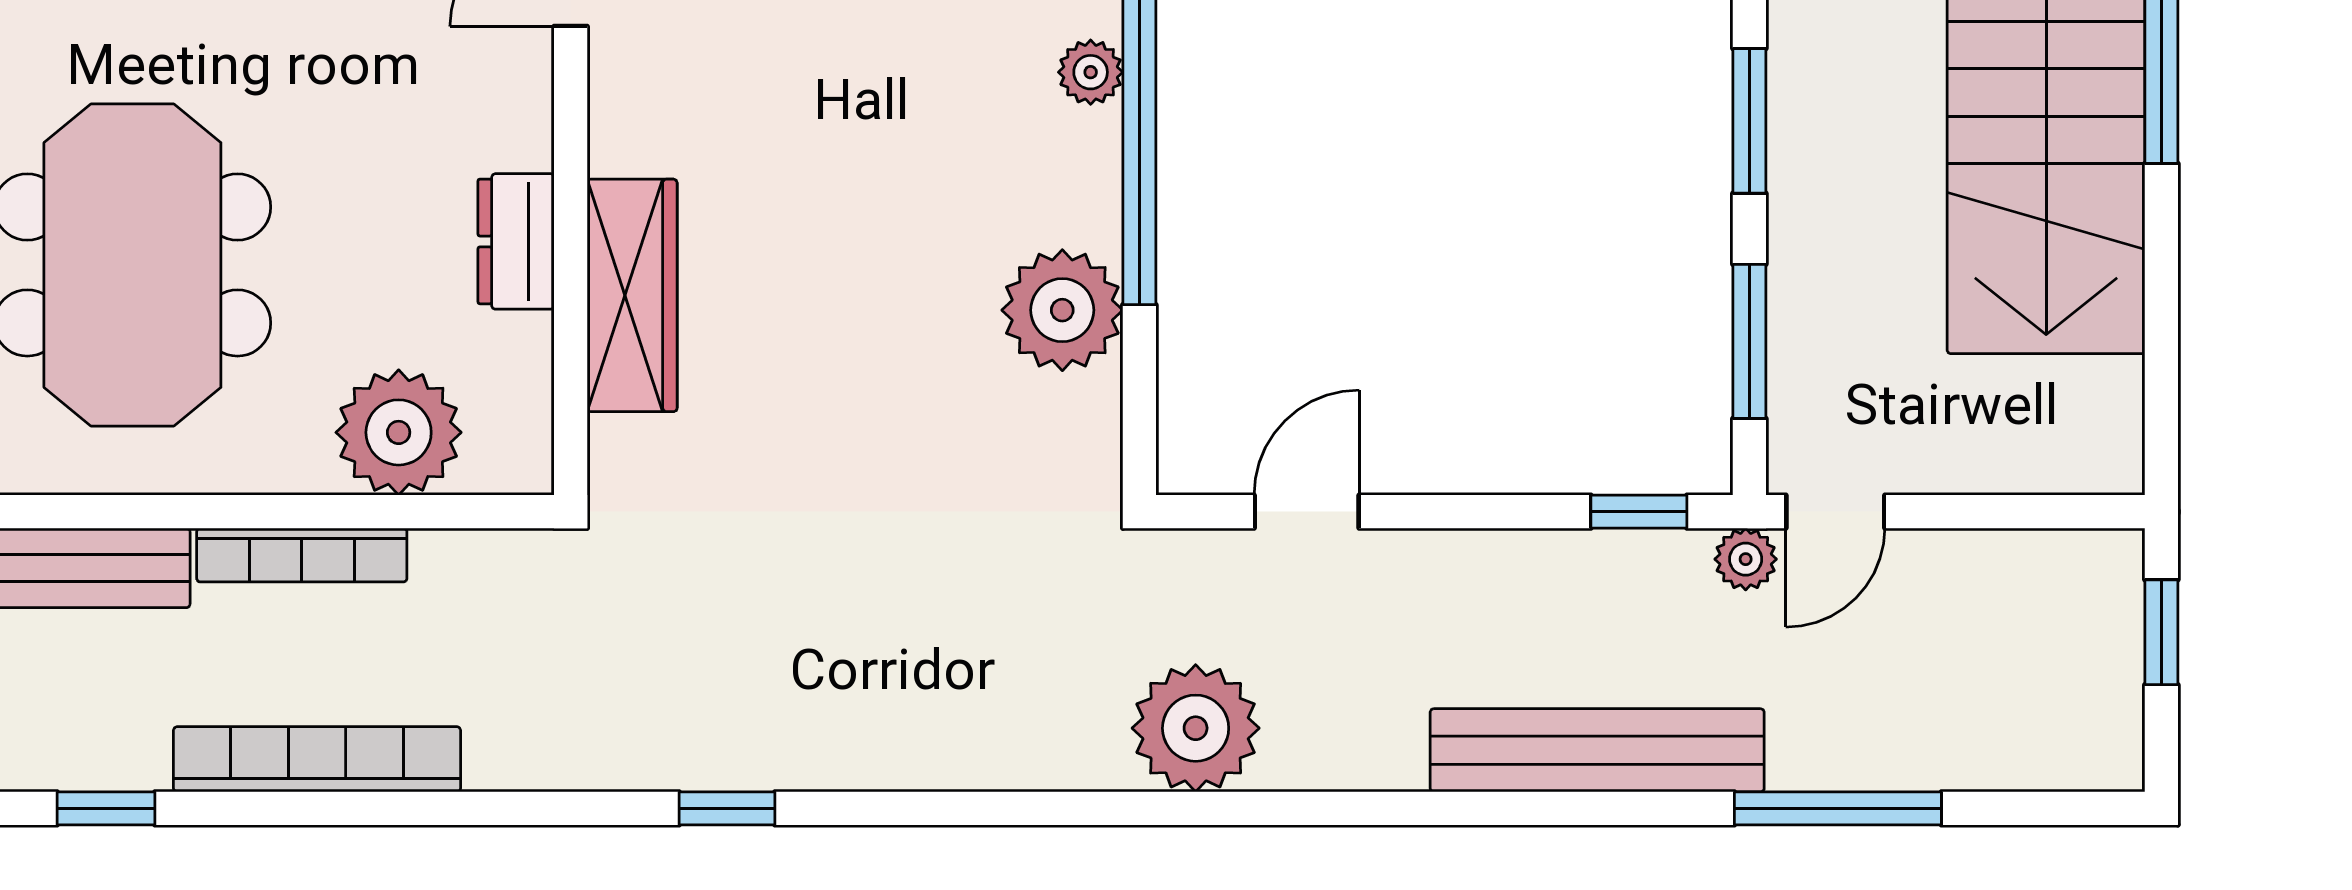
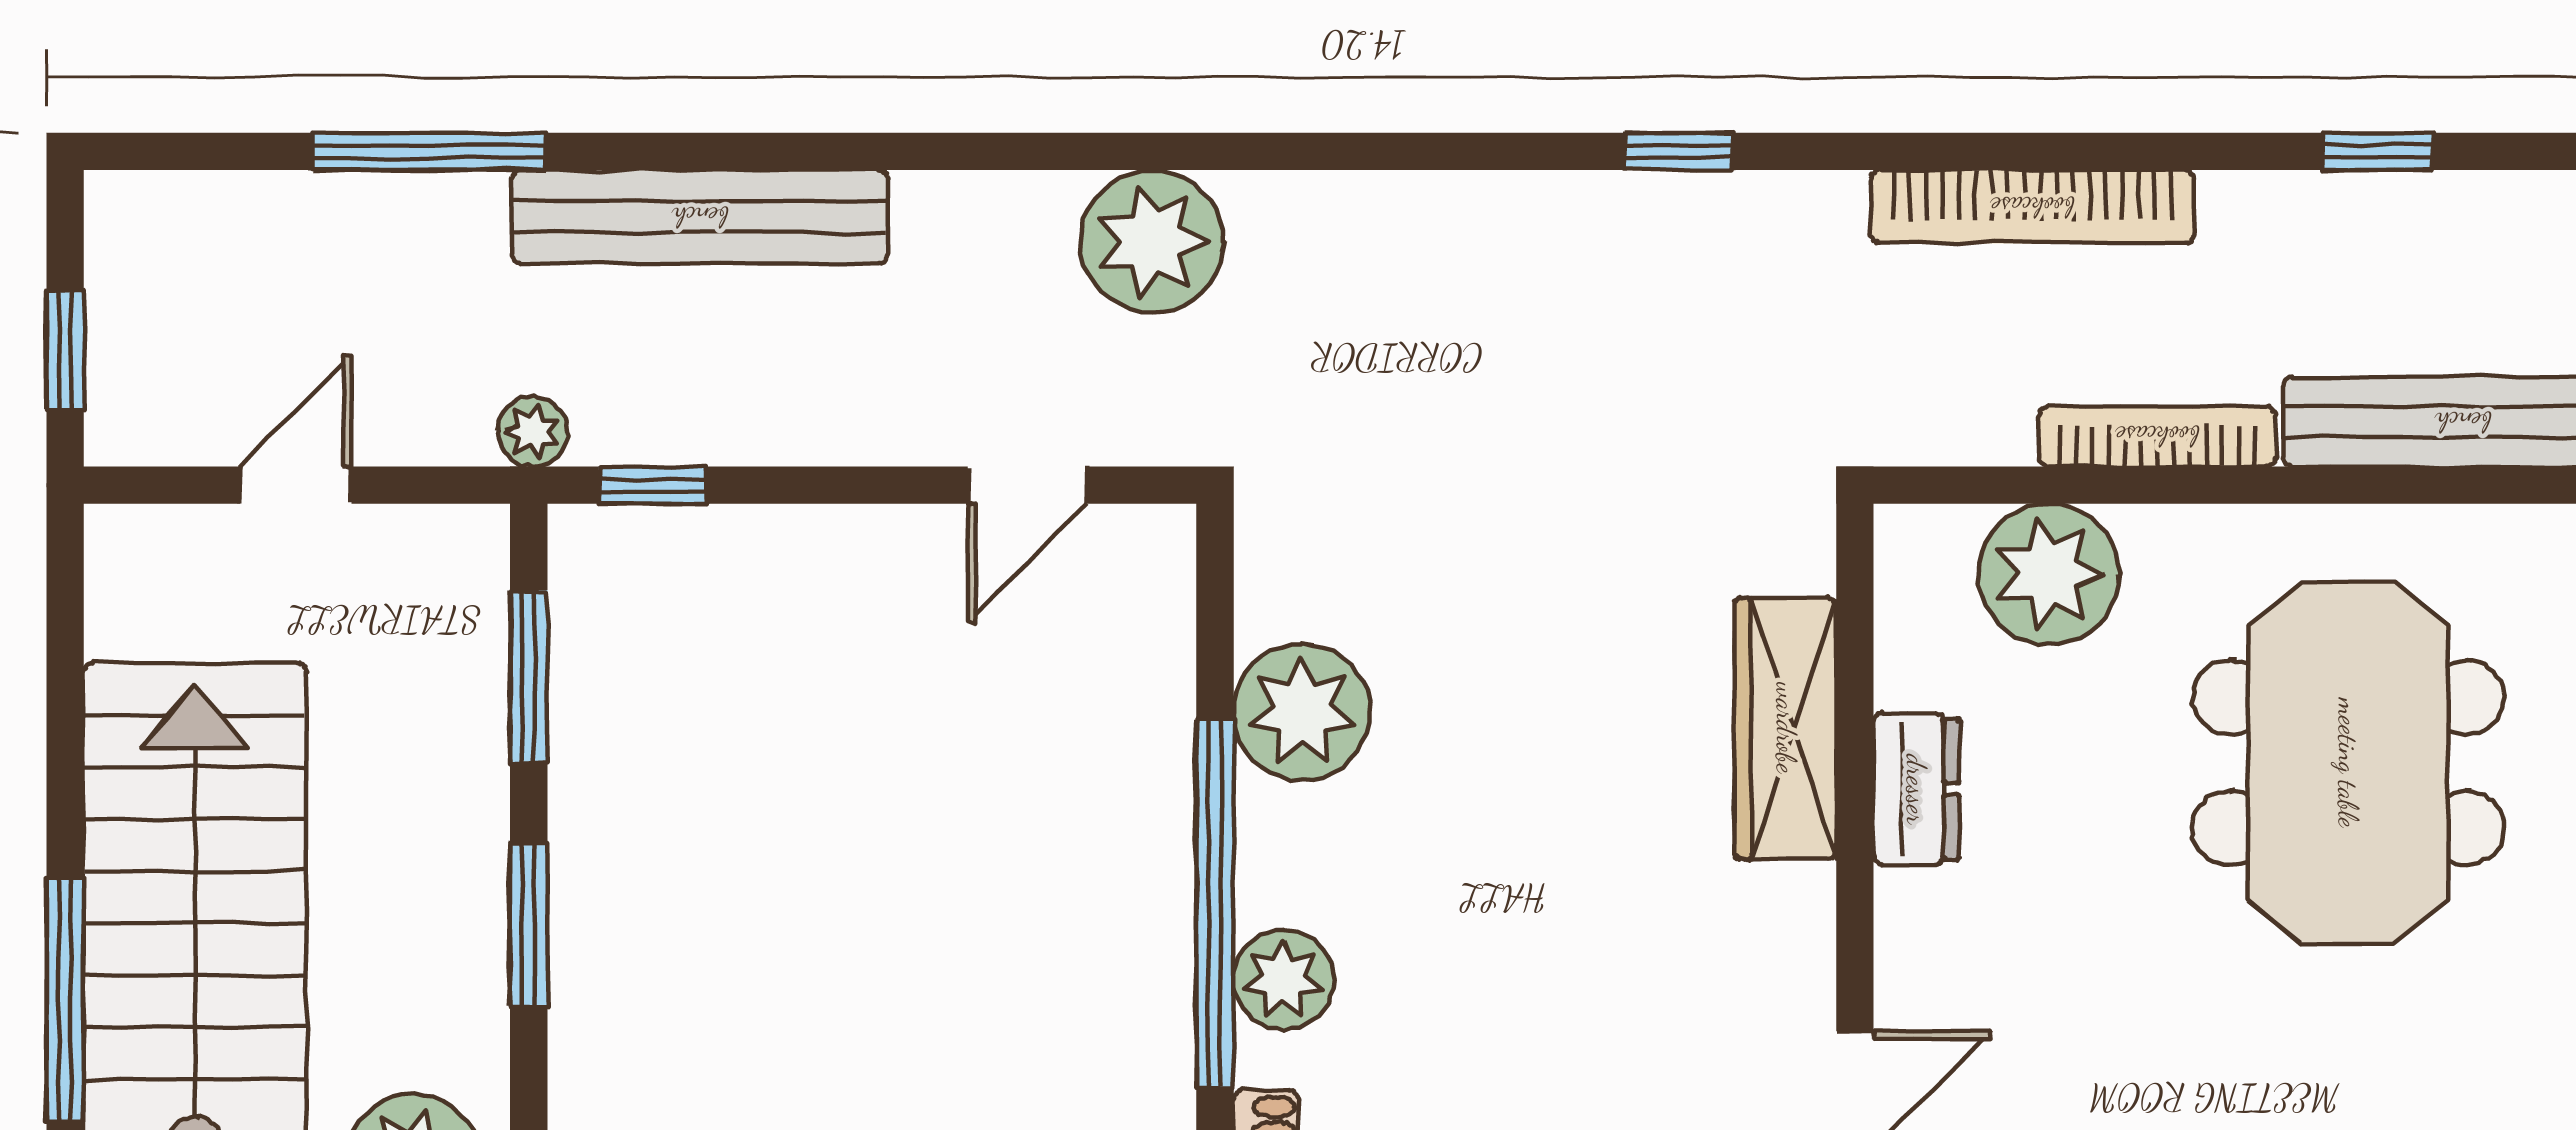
plant: (1091, 72) -> (1284, 980), width x1.38, depth x1.38
door: (1835, 512) -> (296, 485), moved
bookcase: (317, 759) -> (2032, 207), moved

